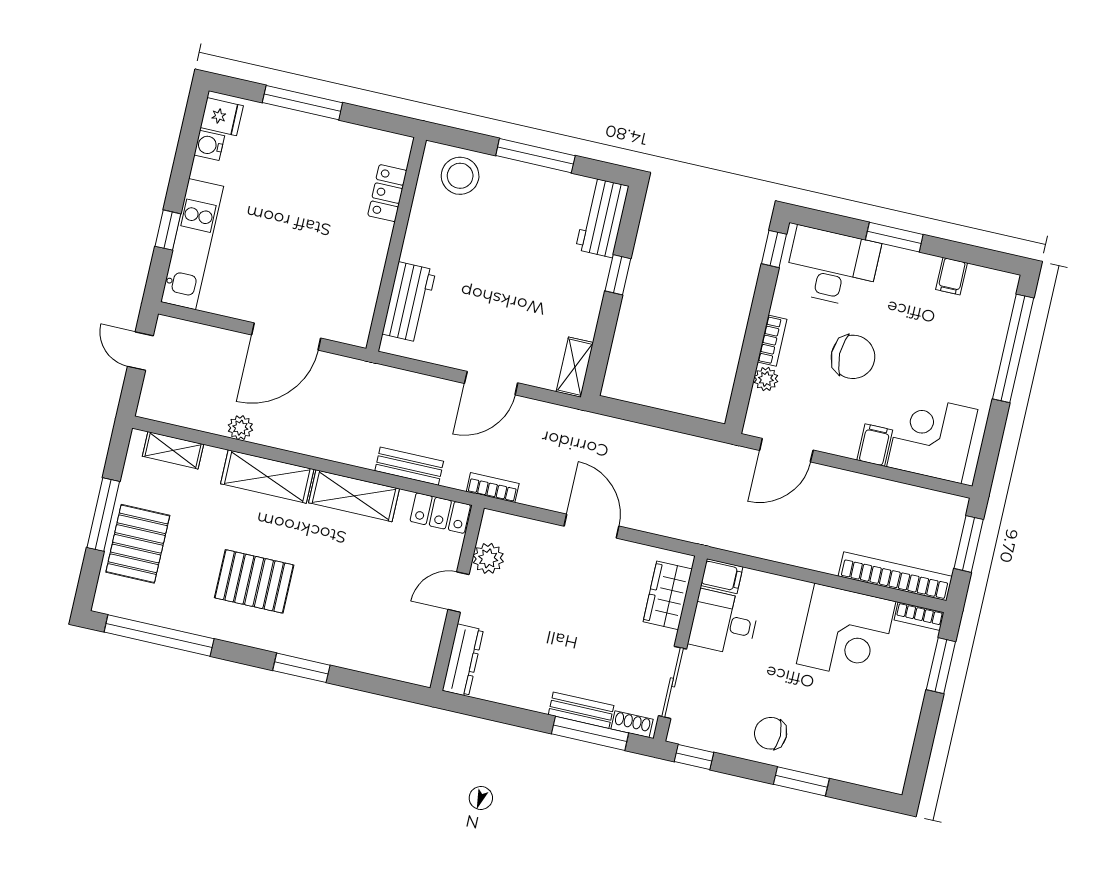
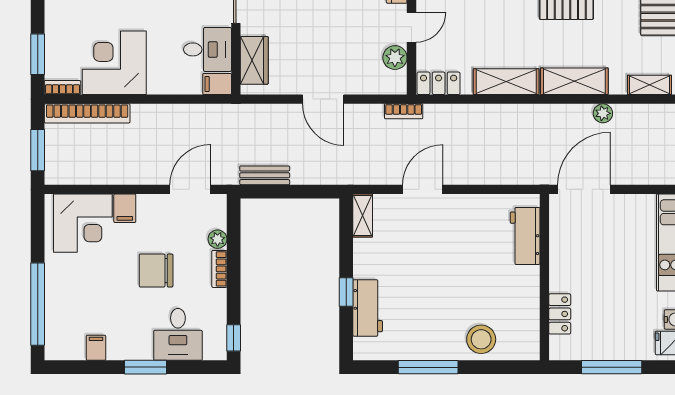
locker: (387, 193) -> (560, 314), moved
workbench: (602, 218) -> (368, 308), moved
wall: (396, 244) -> (544, 277), moved
desk: (832, 267) -> (178, 334), width x0.73
workbench: (409, 302) -> (525, 236), moved
bench: (409, 466) -> (265, 175), moved

